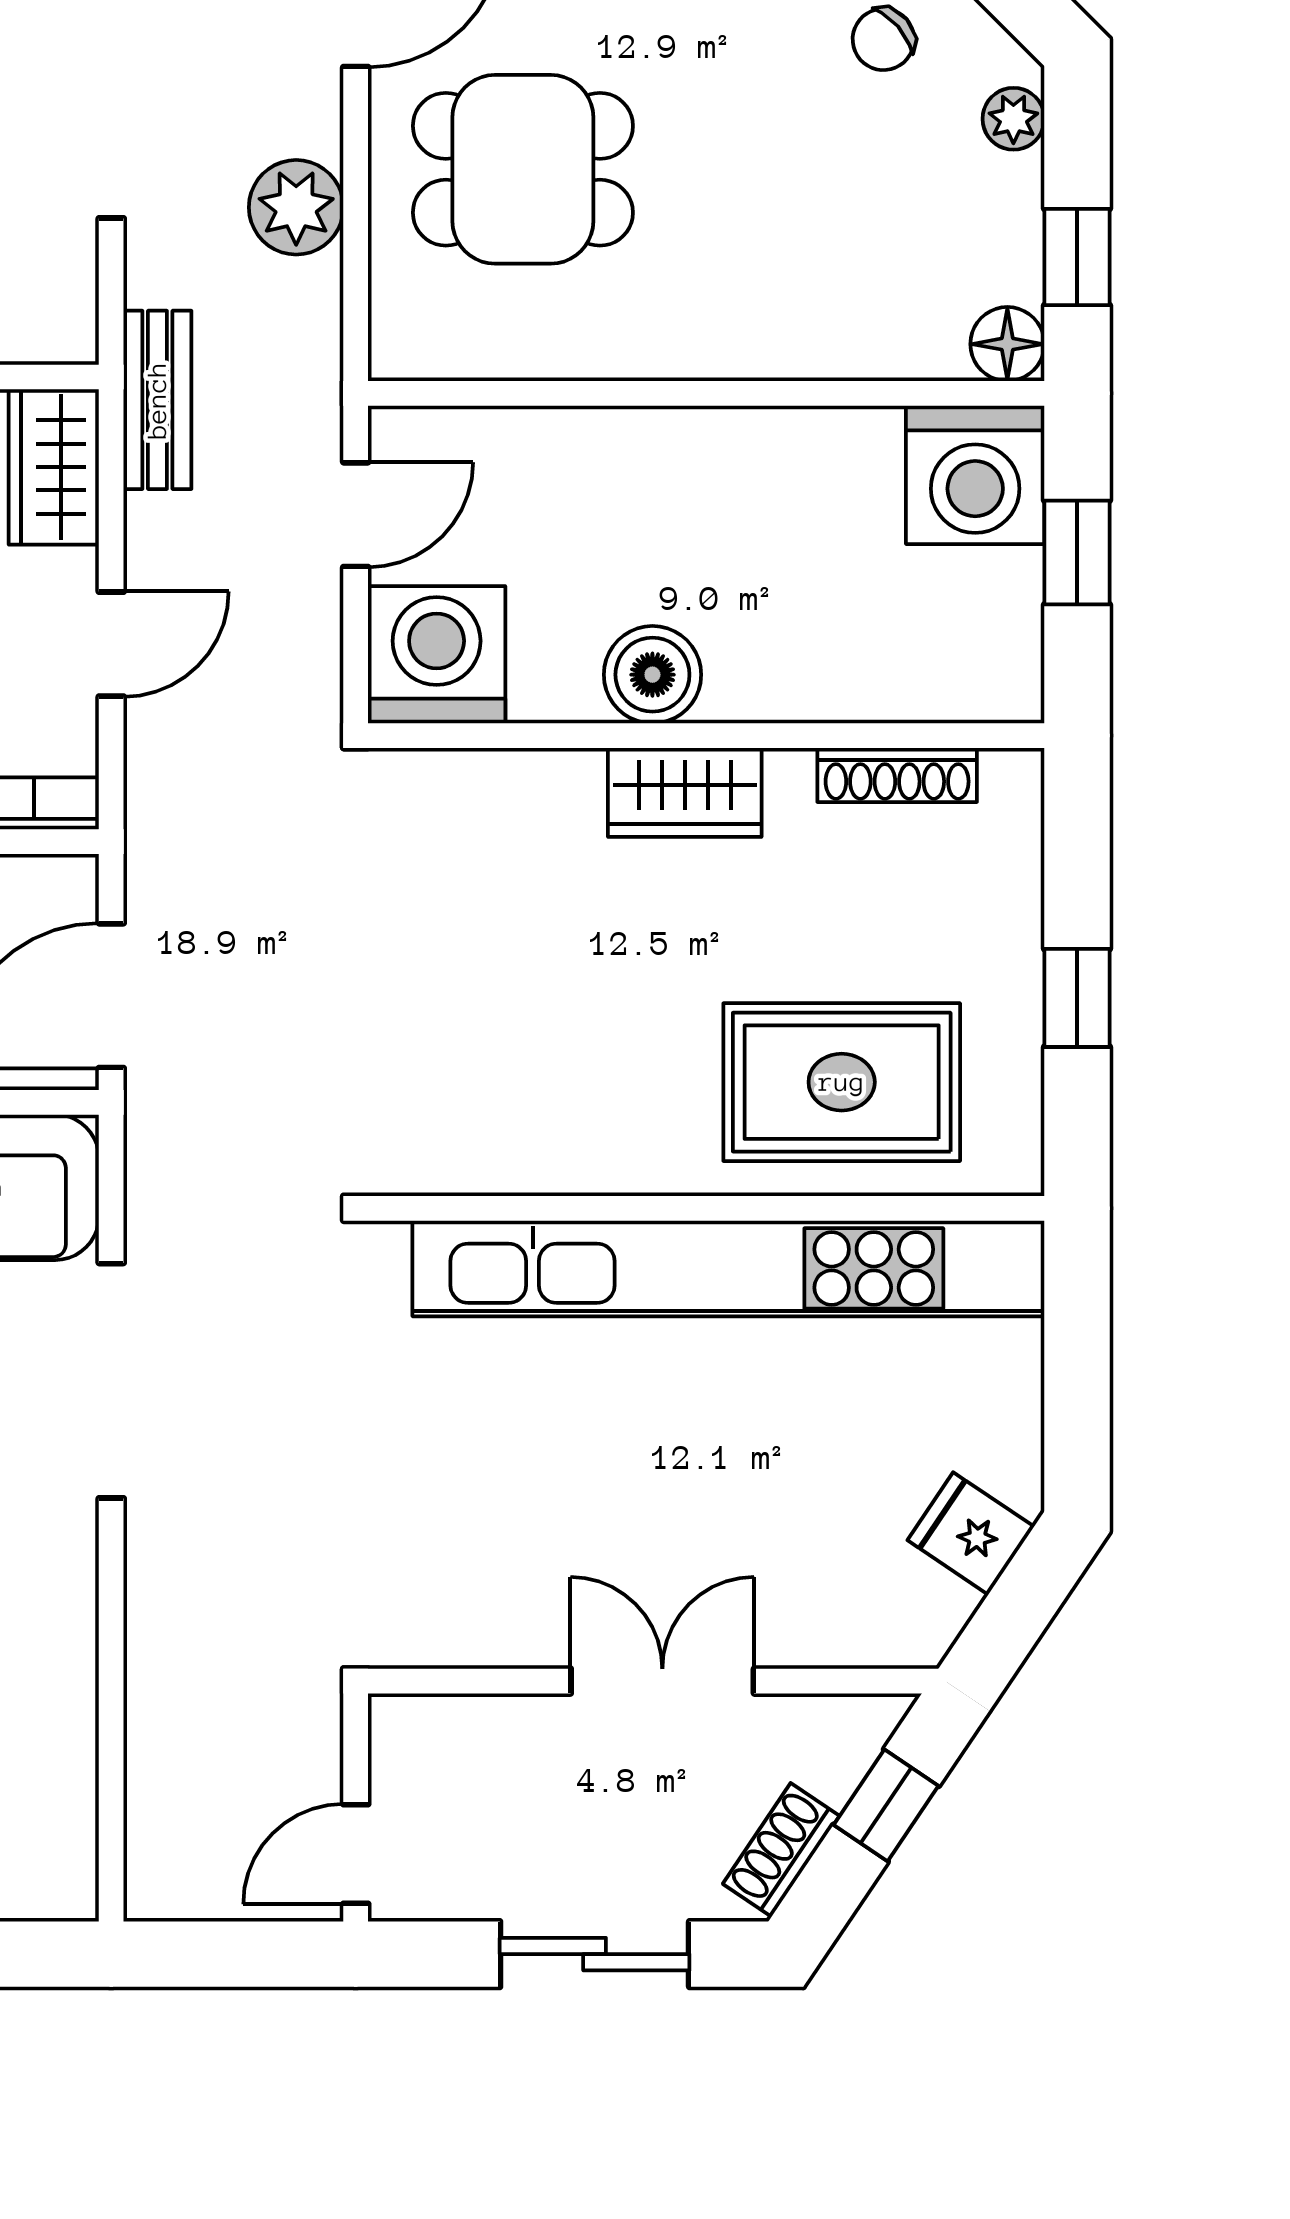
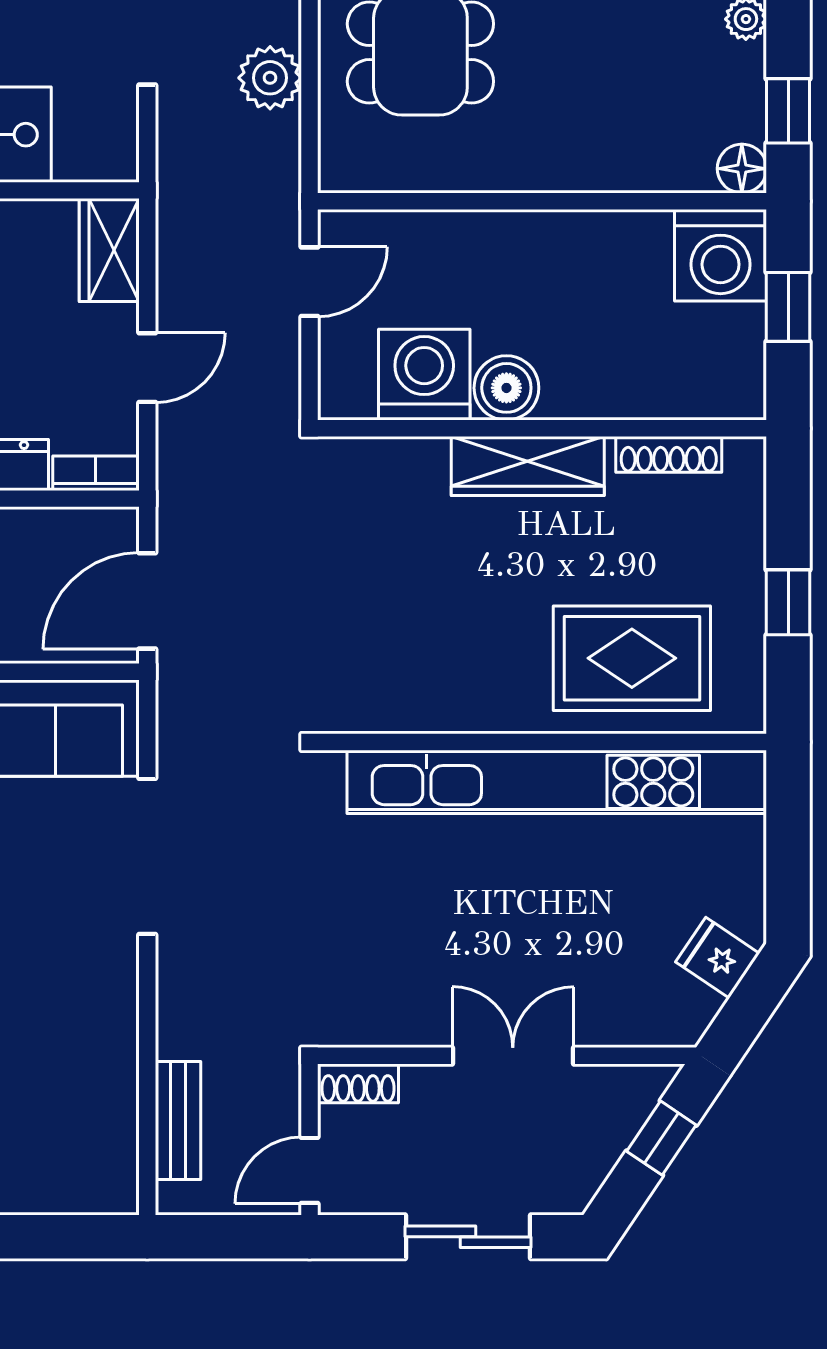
bench: (157, 400) -> (178, 1121), moved
washing machine: (437, 655) -> (424, 375), moved
wardrobe: (685, 792) -> (528, 466), width x1.50
shoe rack: (781, 1850) -> (358, 1083), moved, turned -124

